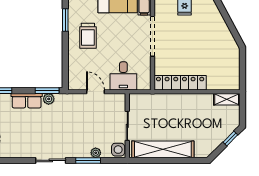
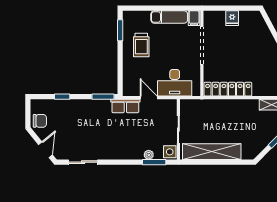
desk: (123, 76) -> (175, 83), width x1.37
plant: (49, 99) -> (105, 104), removed
row of seats: (27, 101) -> (125, 106), moved
sliding door: (51, 160) -> (83, 162), moved
window: (88, 160) -> (154, 162), moved

